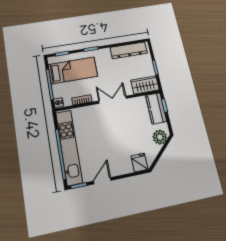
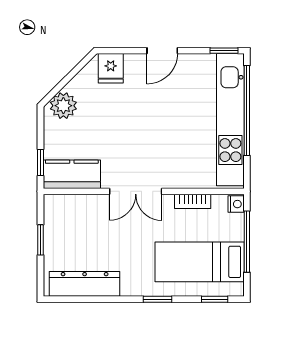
wardrobe: (145, 85) -> (68, 209), removed
kitchen counter: (156, 108) -> (72, 174), moved, turned -90
door: (102, 181) -> (162, 51), moved

